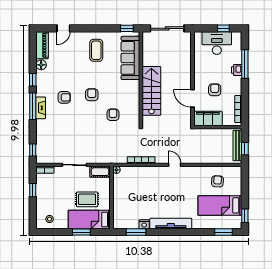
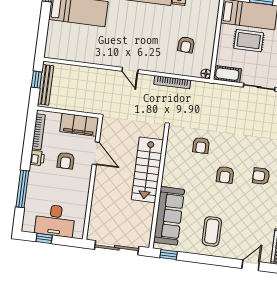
printer: (237, 70) -> (37, 158), moved
armchair: (217, 181) -> (186, 45), moved

